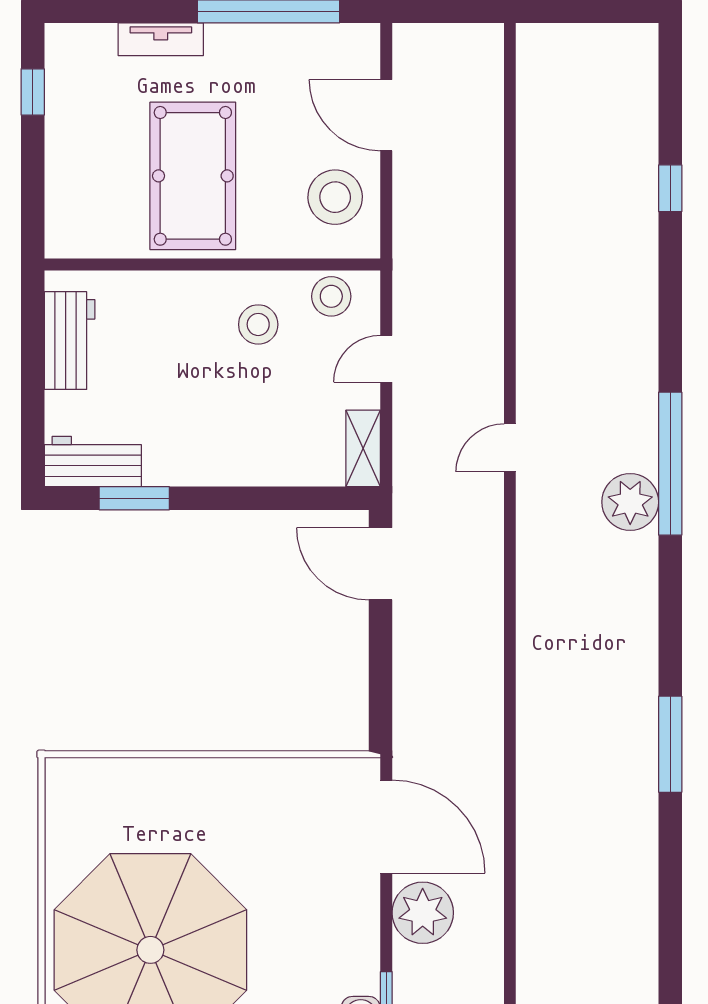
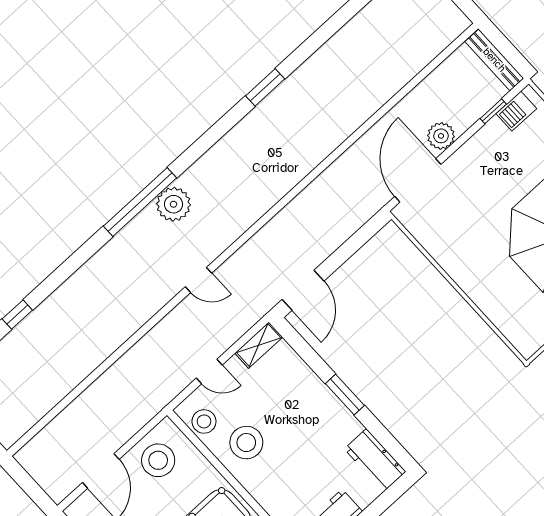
stool: (258, 324) -> (246, 443), width x1.38, depth x1.38
window: (134, 498) -> (345, 395), moved
window: (670, 744) -> (265, 87), width x0.69
plant: (423, 913) -> (441, 136), width x0.73, depth x0.73

